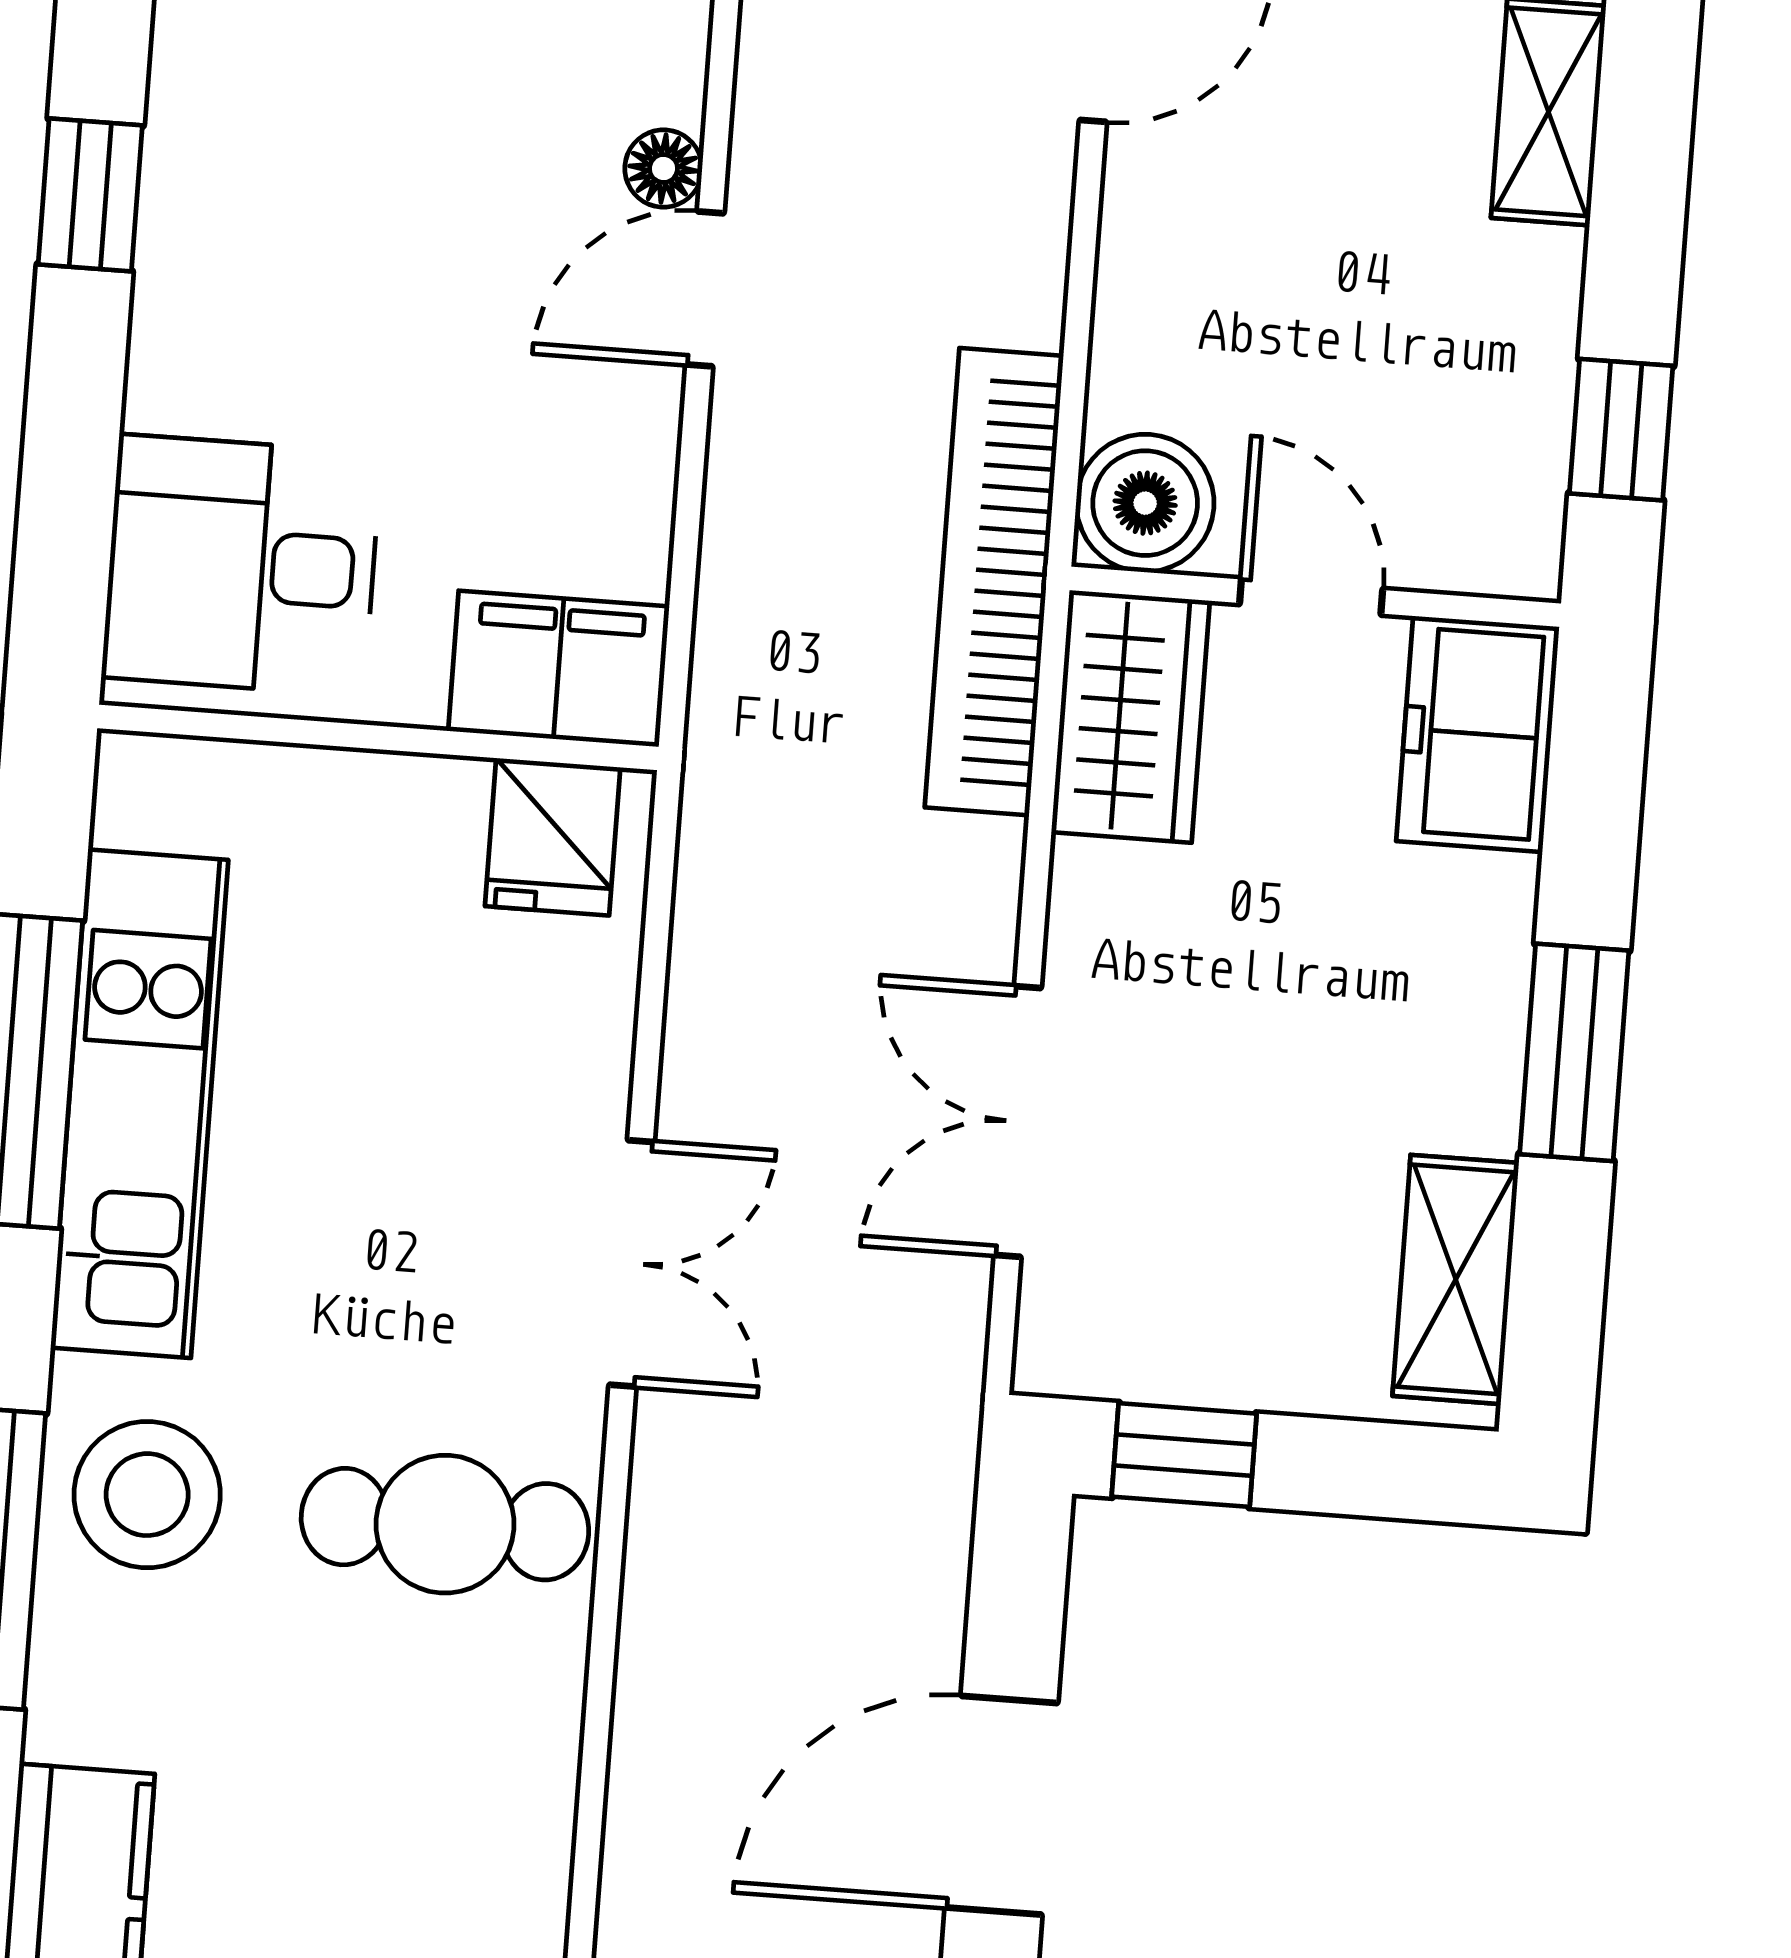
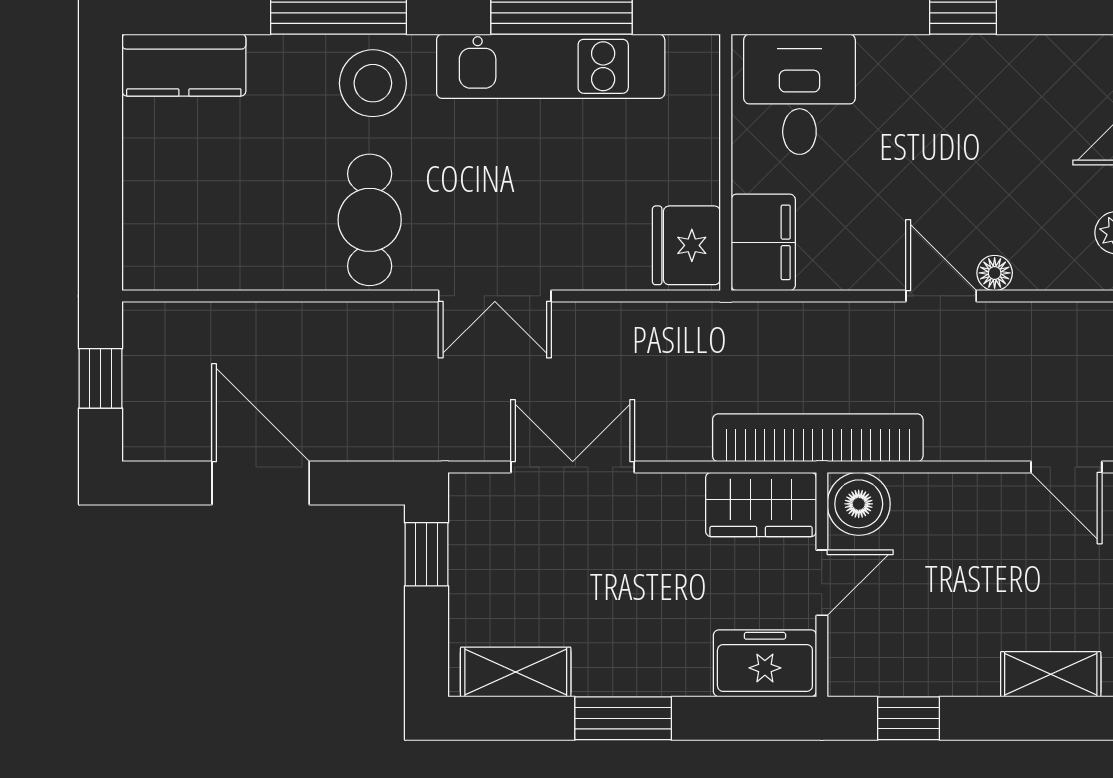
fridge: (553, 837) -> (686, 245), width x1.38

